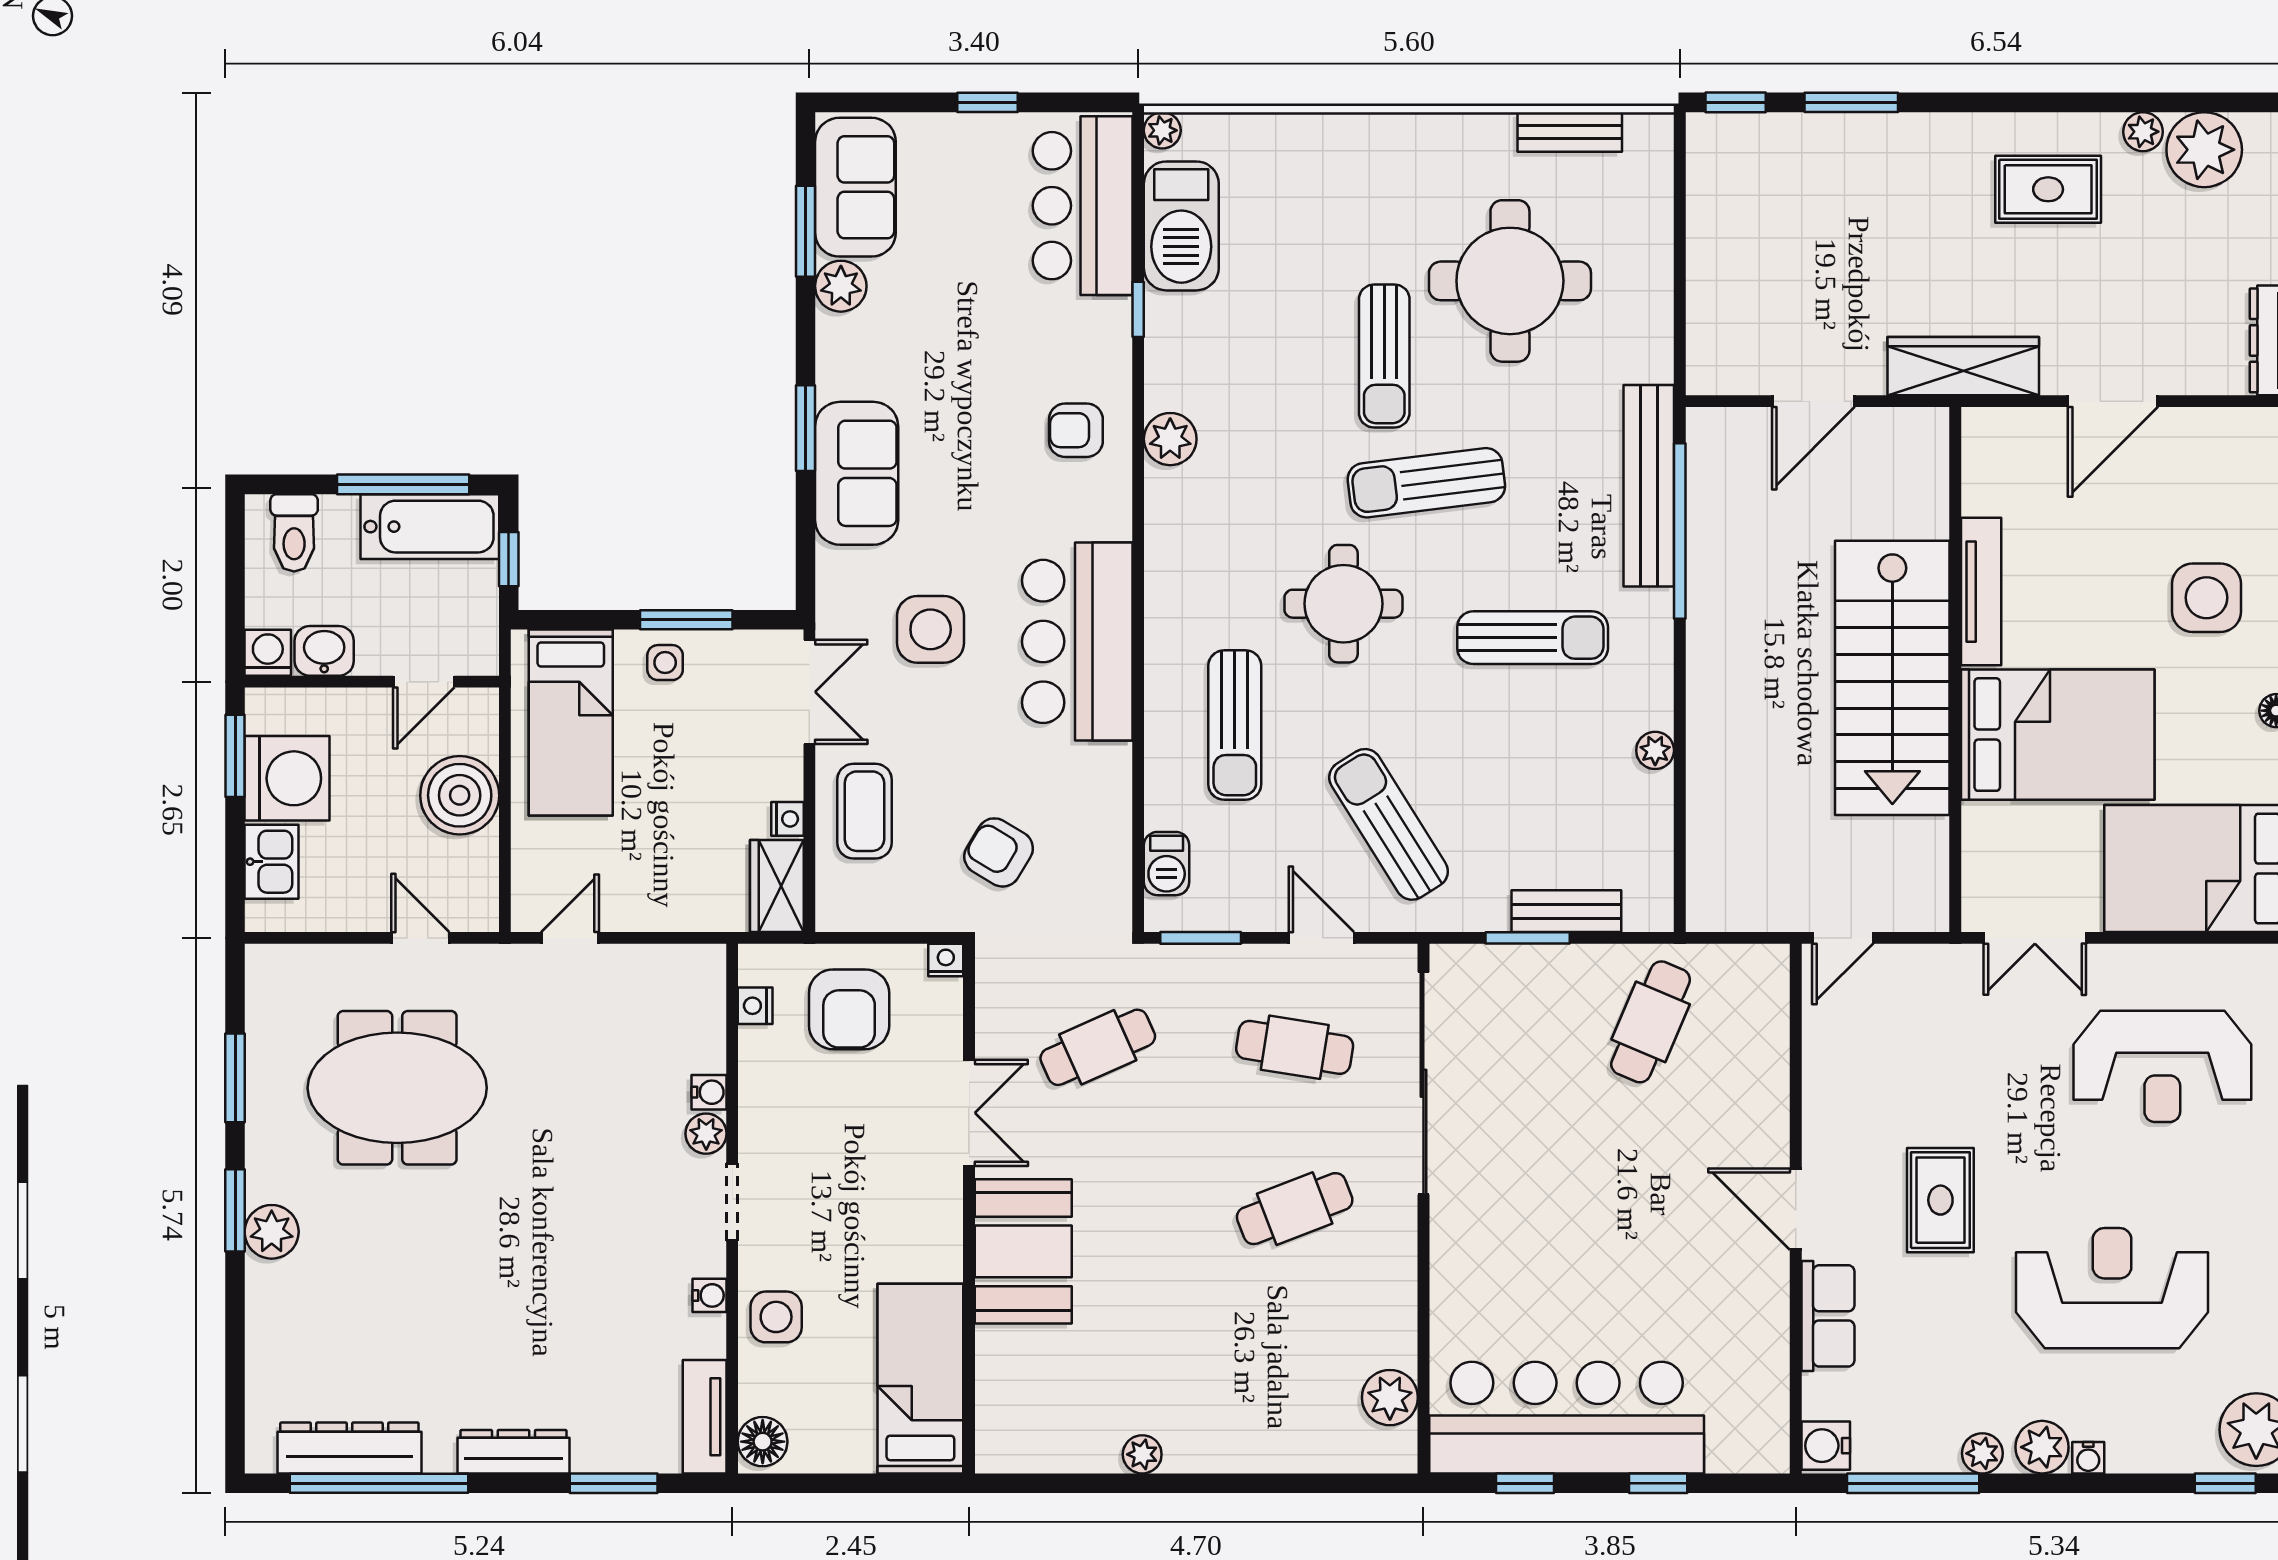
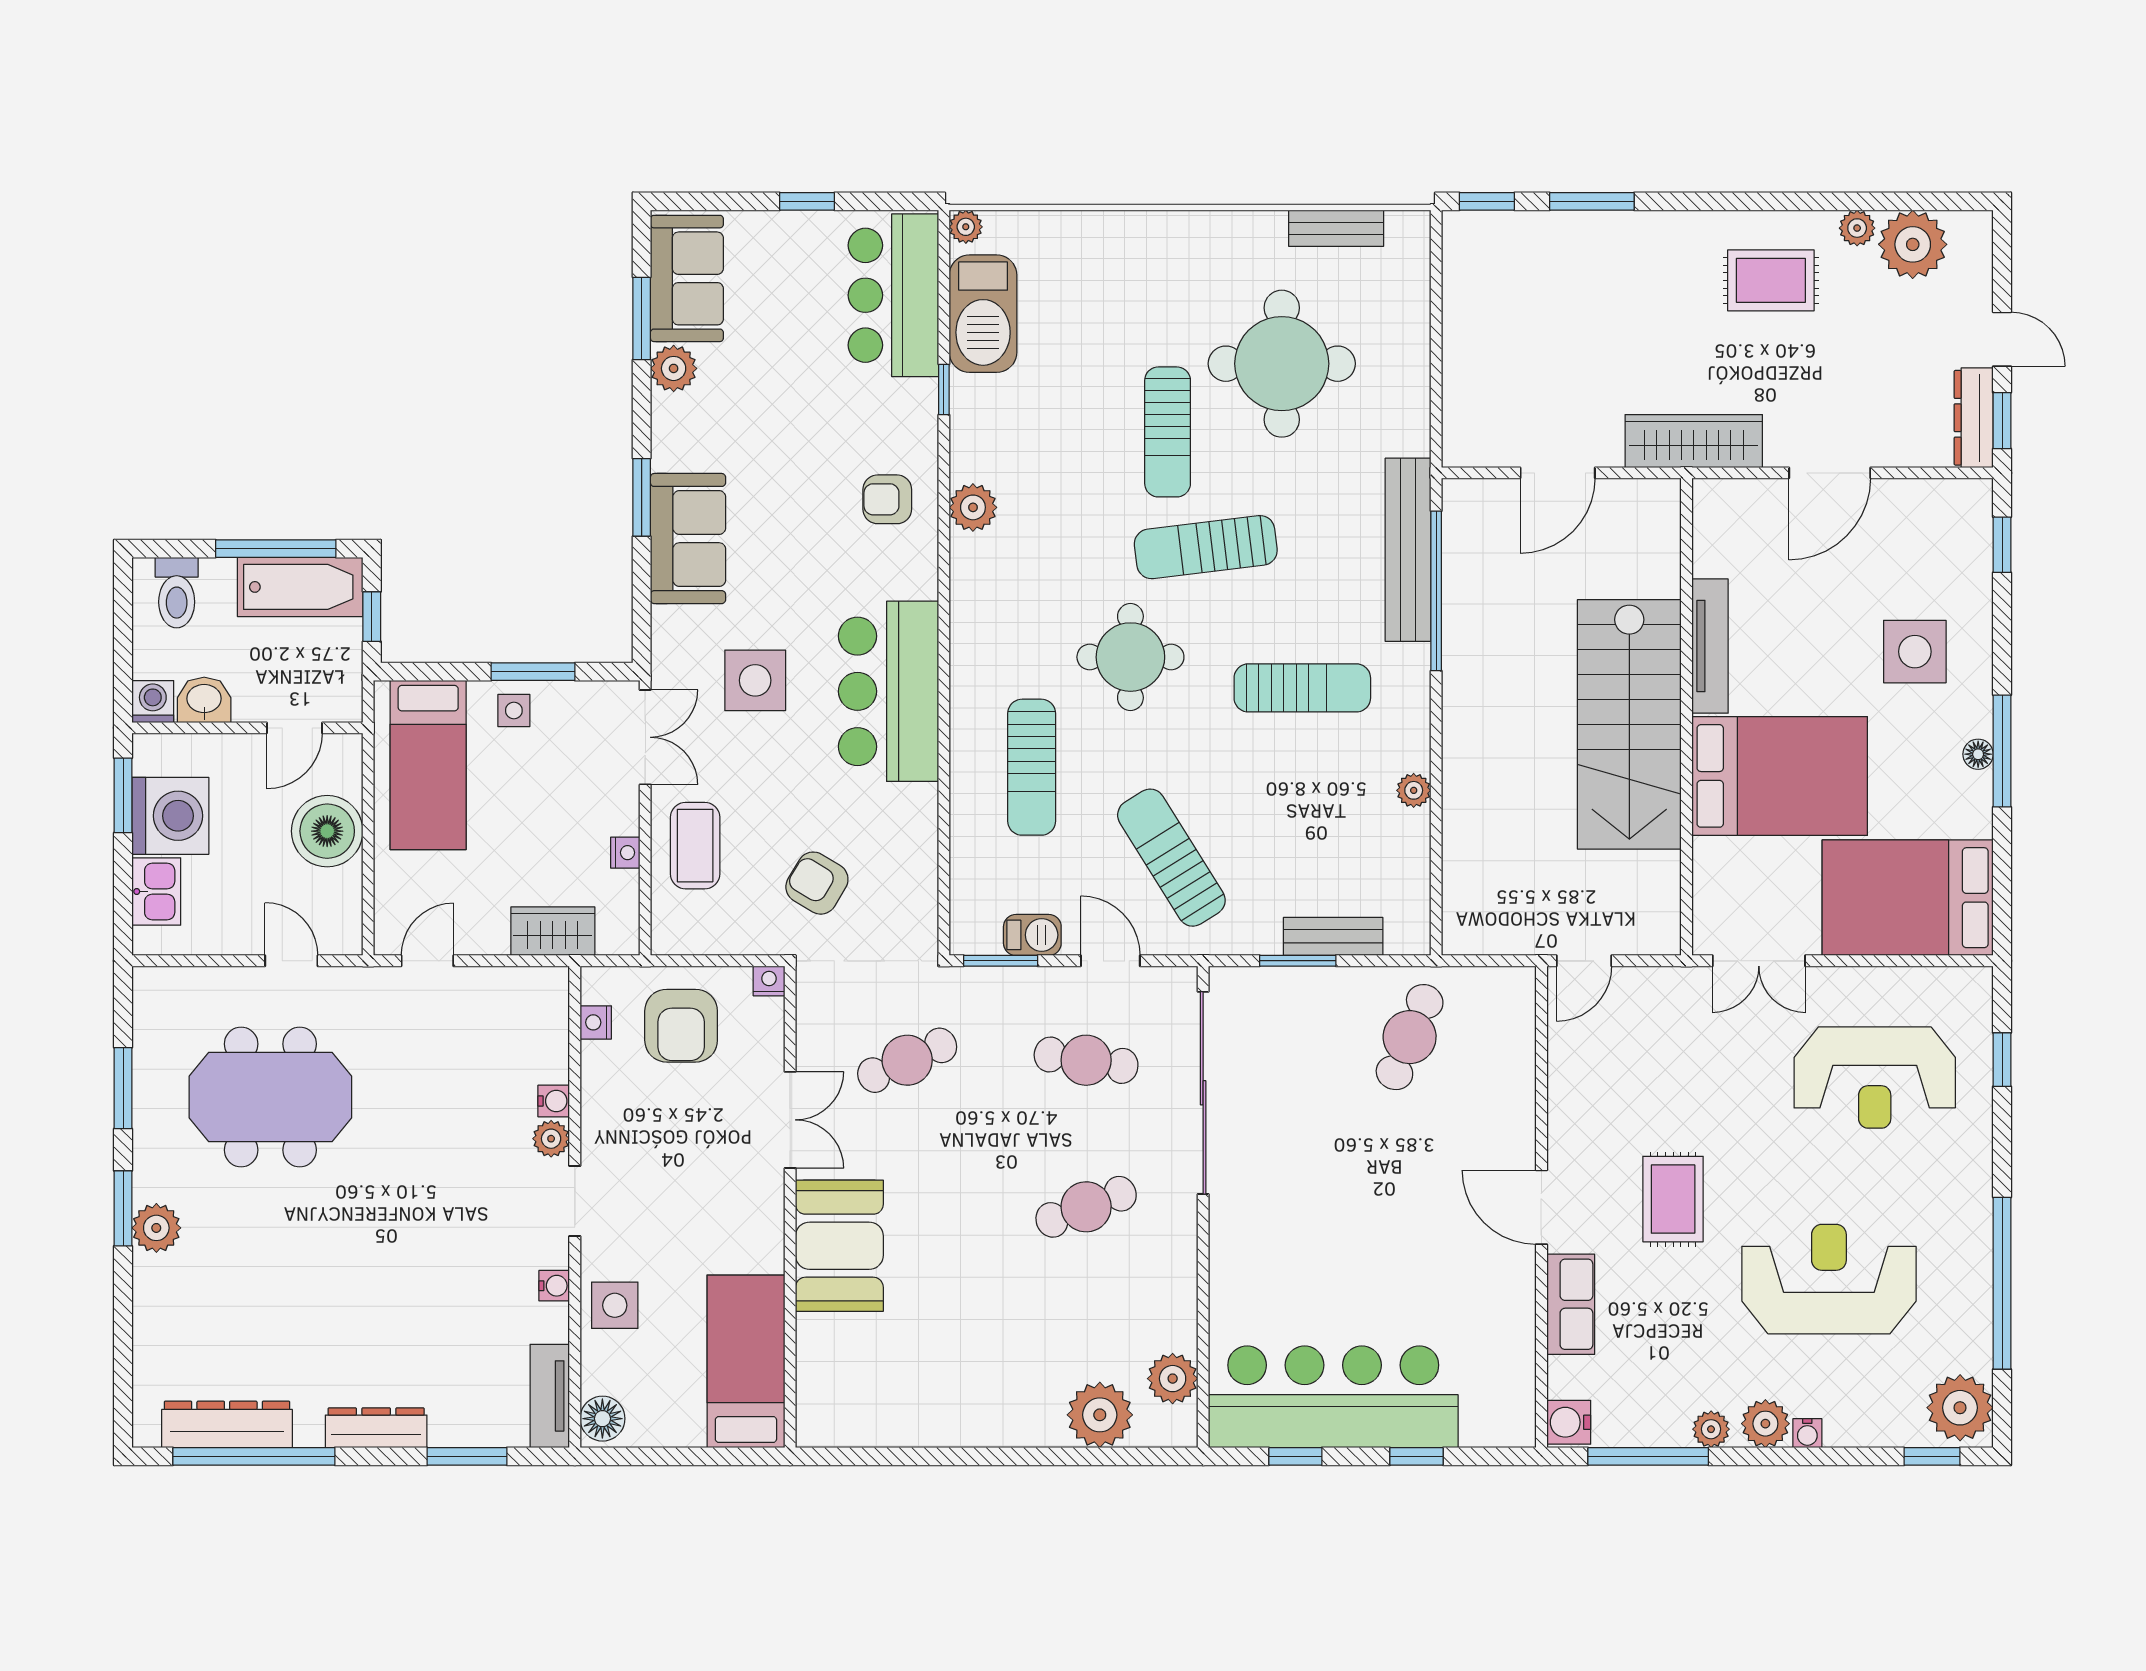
barbecue: (1167, 864) -> (1032, 935), moved, turned -90
wardrobe: (777, 886) -> (553, 931), moved, turned 90
plant: (1142, 1454) -> (1100, 1415), moved, width x1.88, depth x1.88

